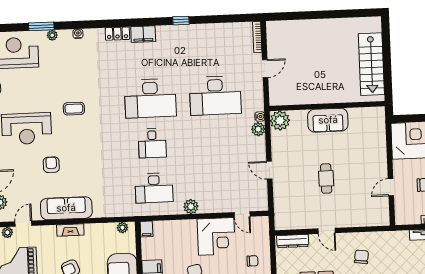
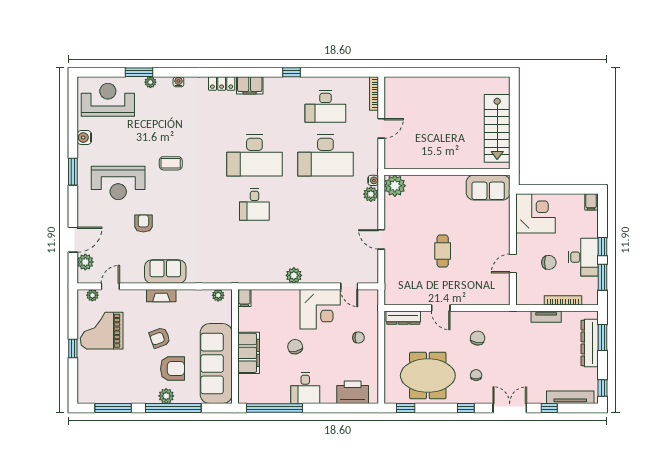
sofa: (328, 120) -> (488, 188), moved
desk: (154, 188) -> (325, 107), moved
sofa: (66, 208) -> (165, 272), width x0.73

